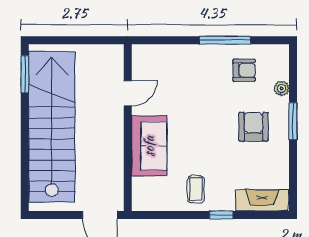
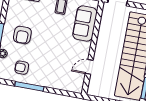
sofa: (149, 146) -> (85, 24), moved

